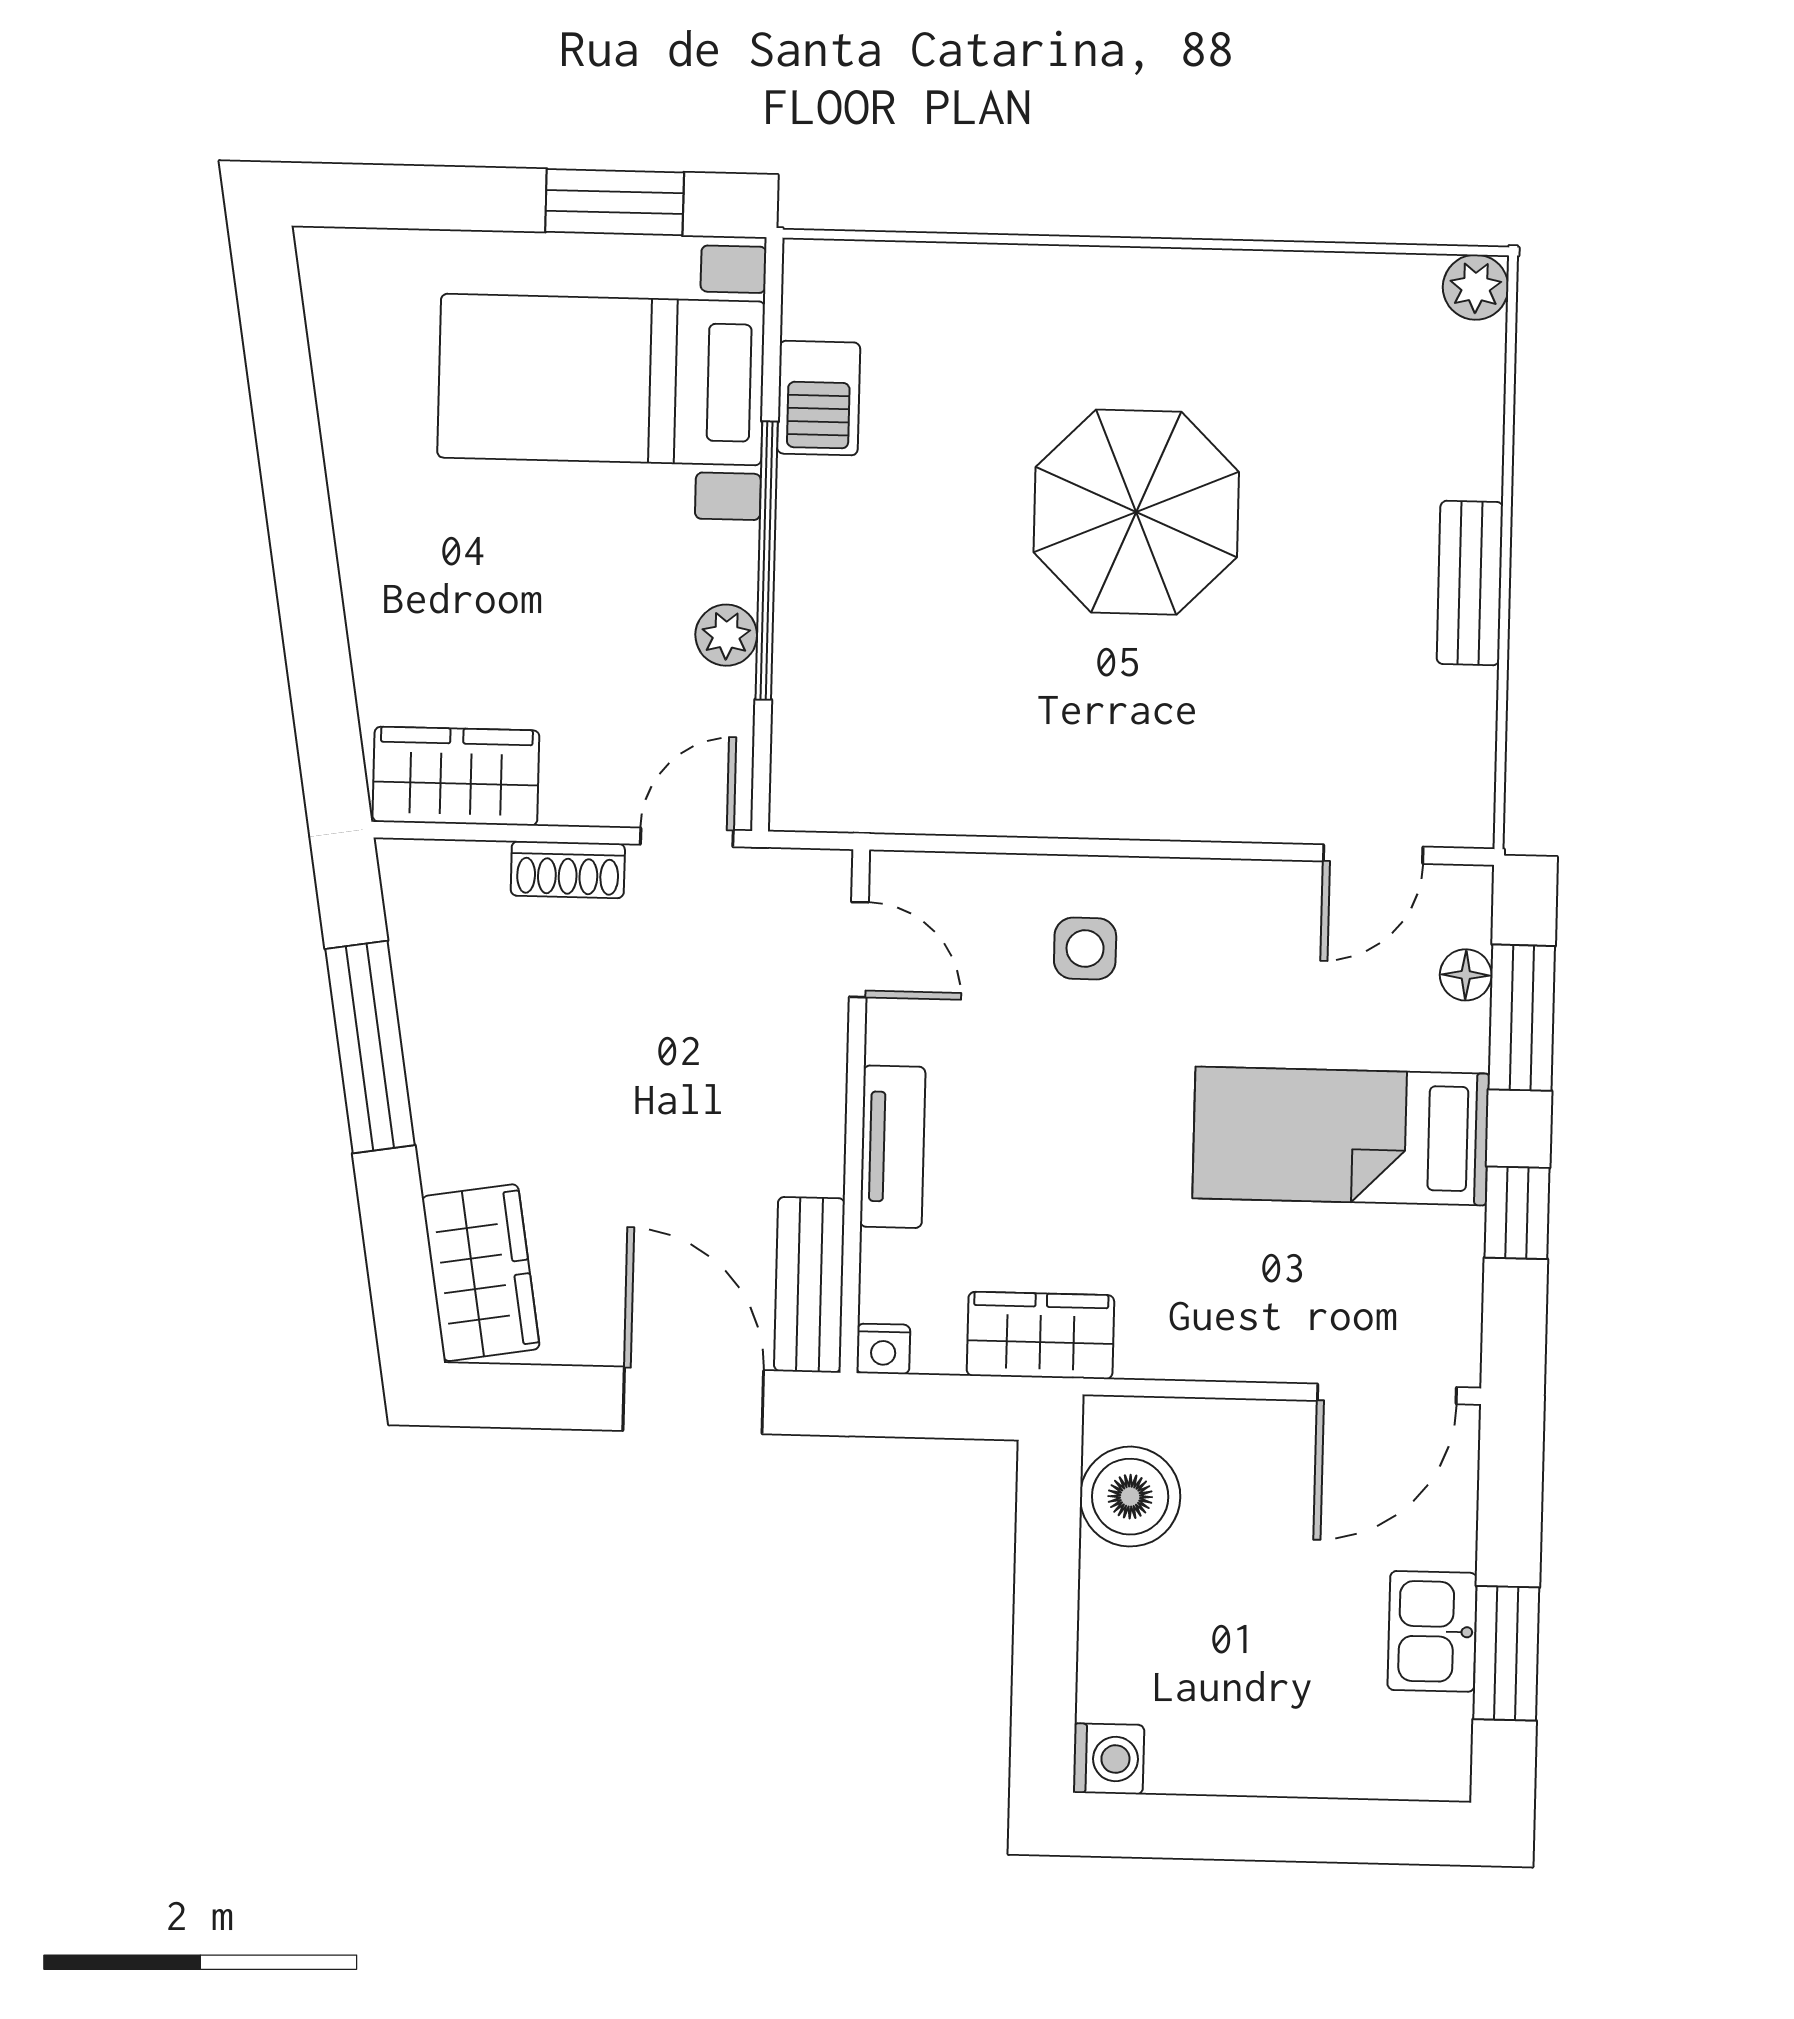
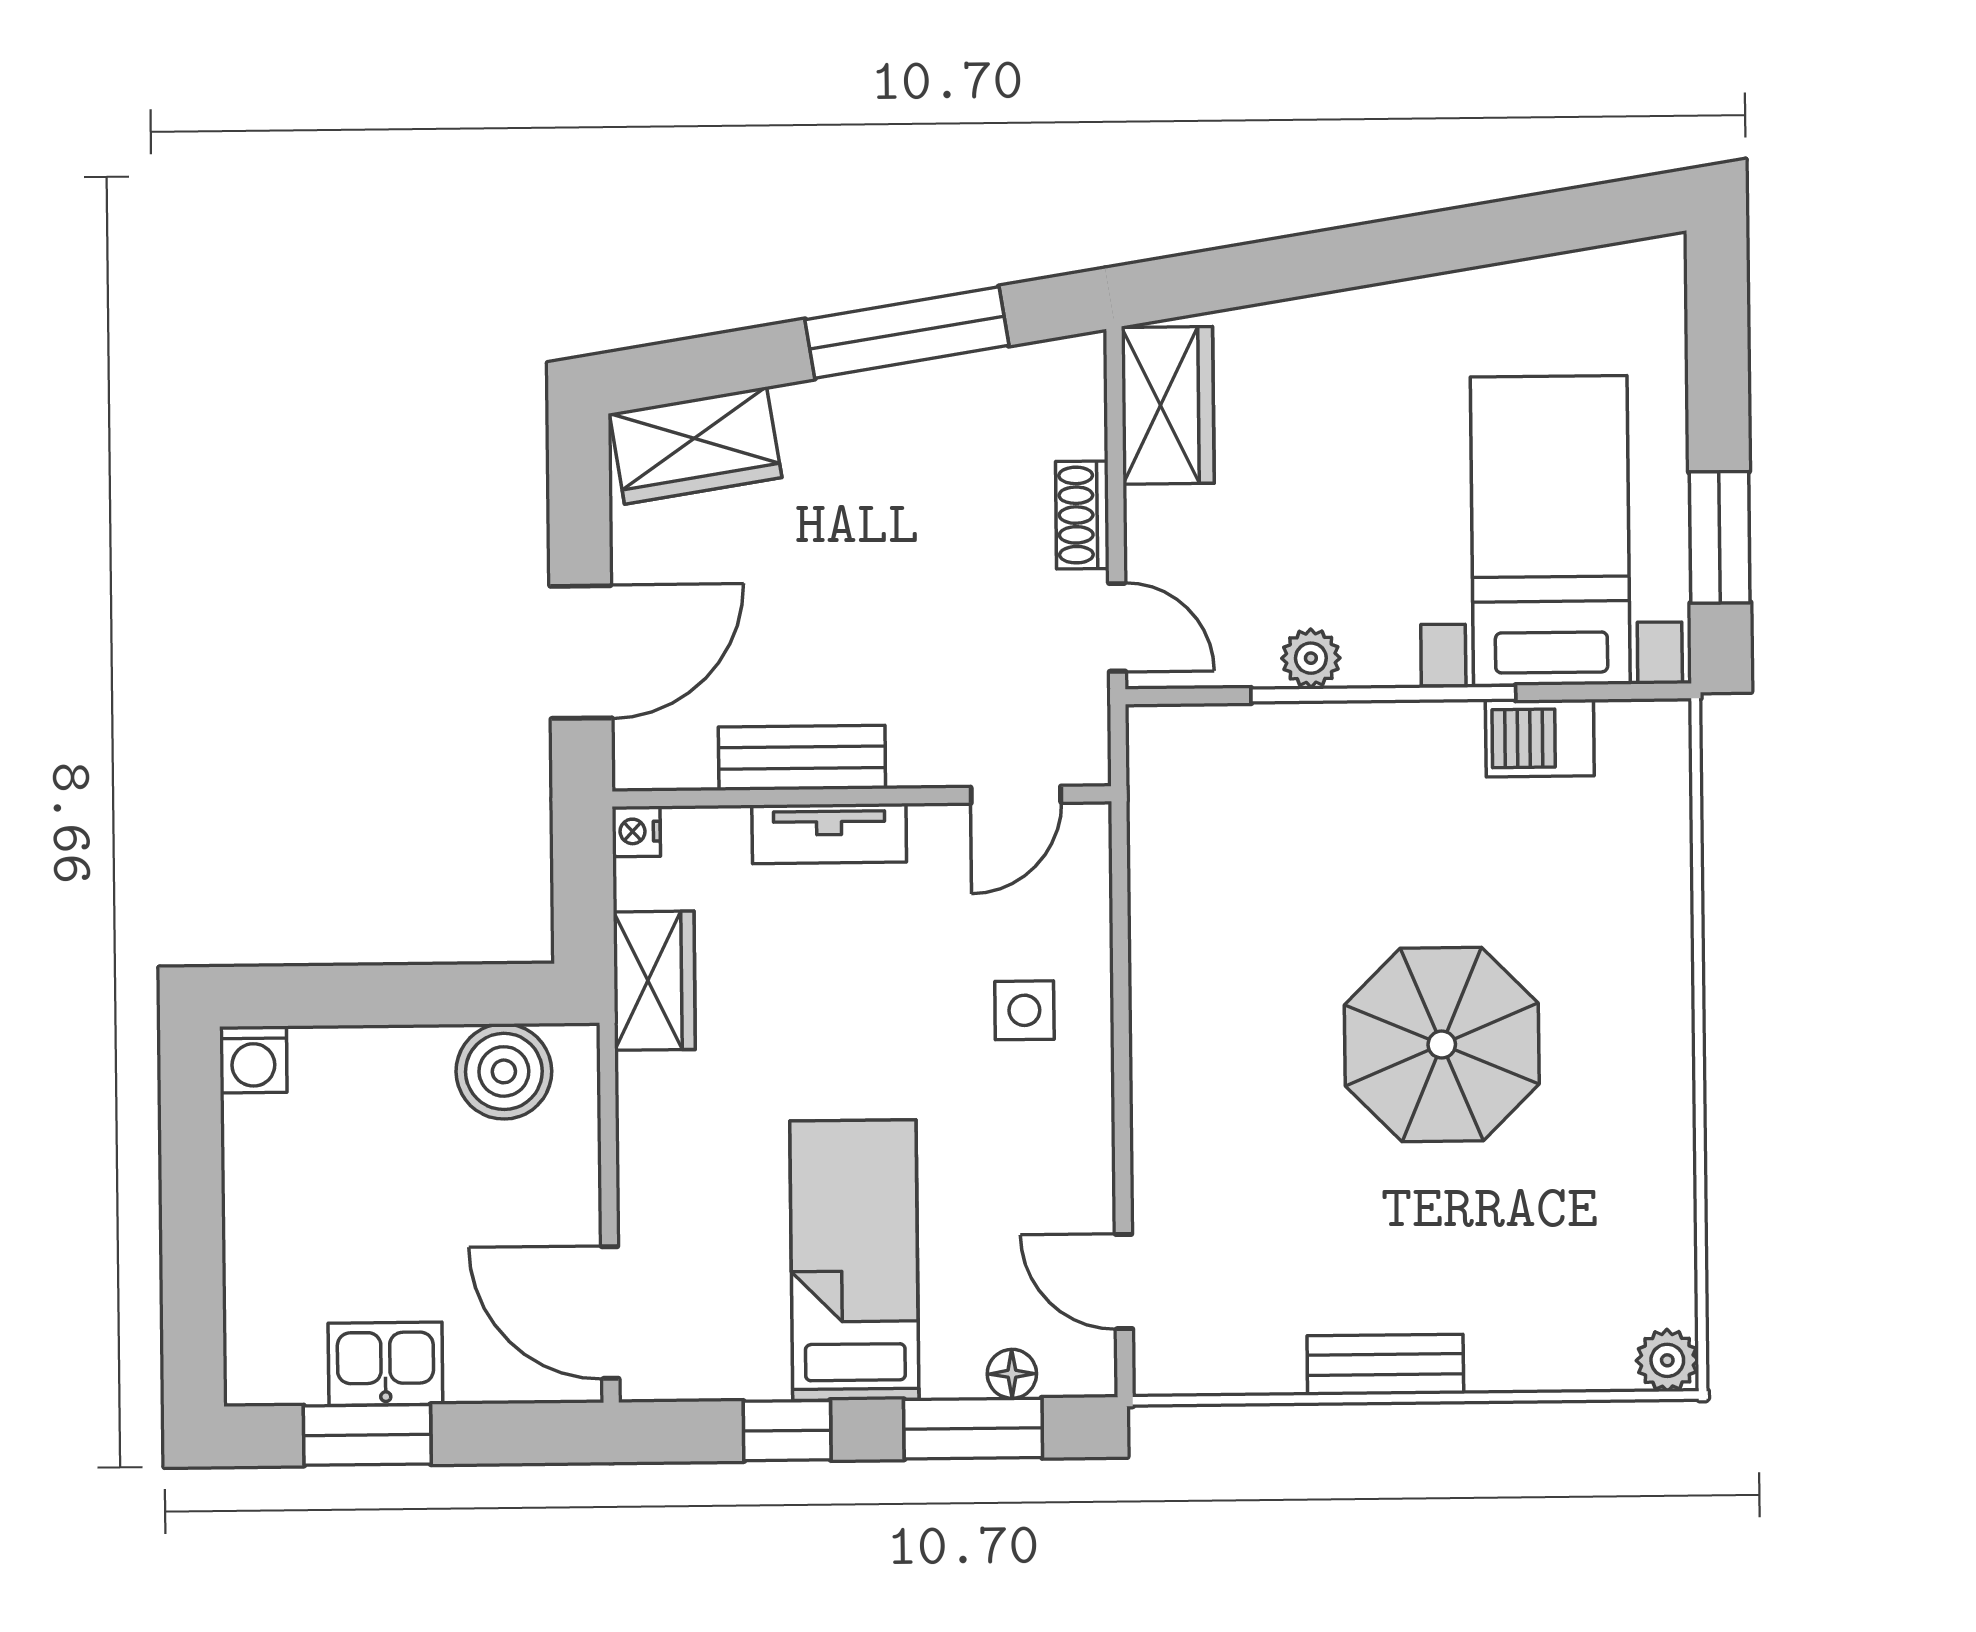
bench: (809, 1285) -> (802, 758), moved

